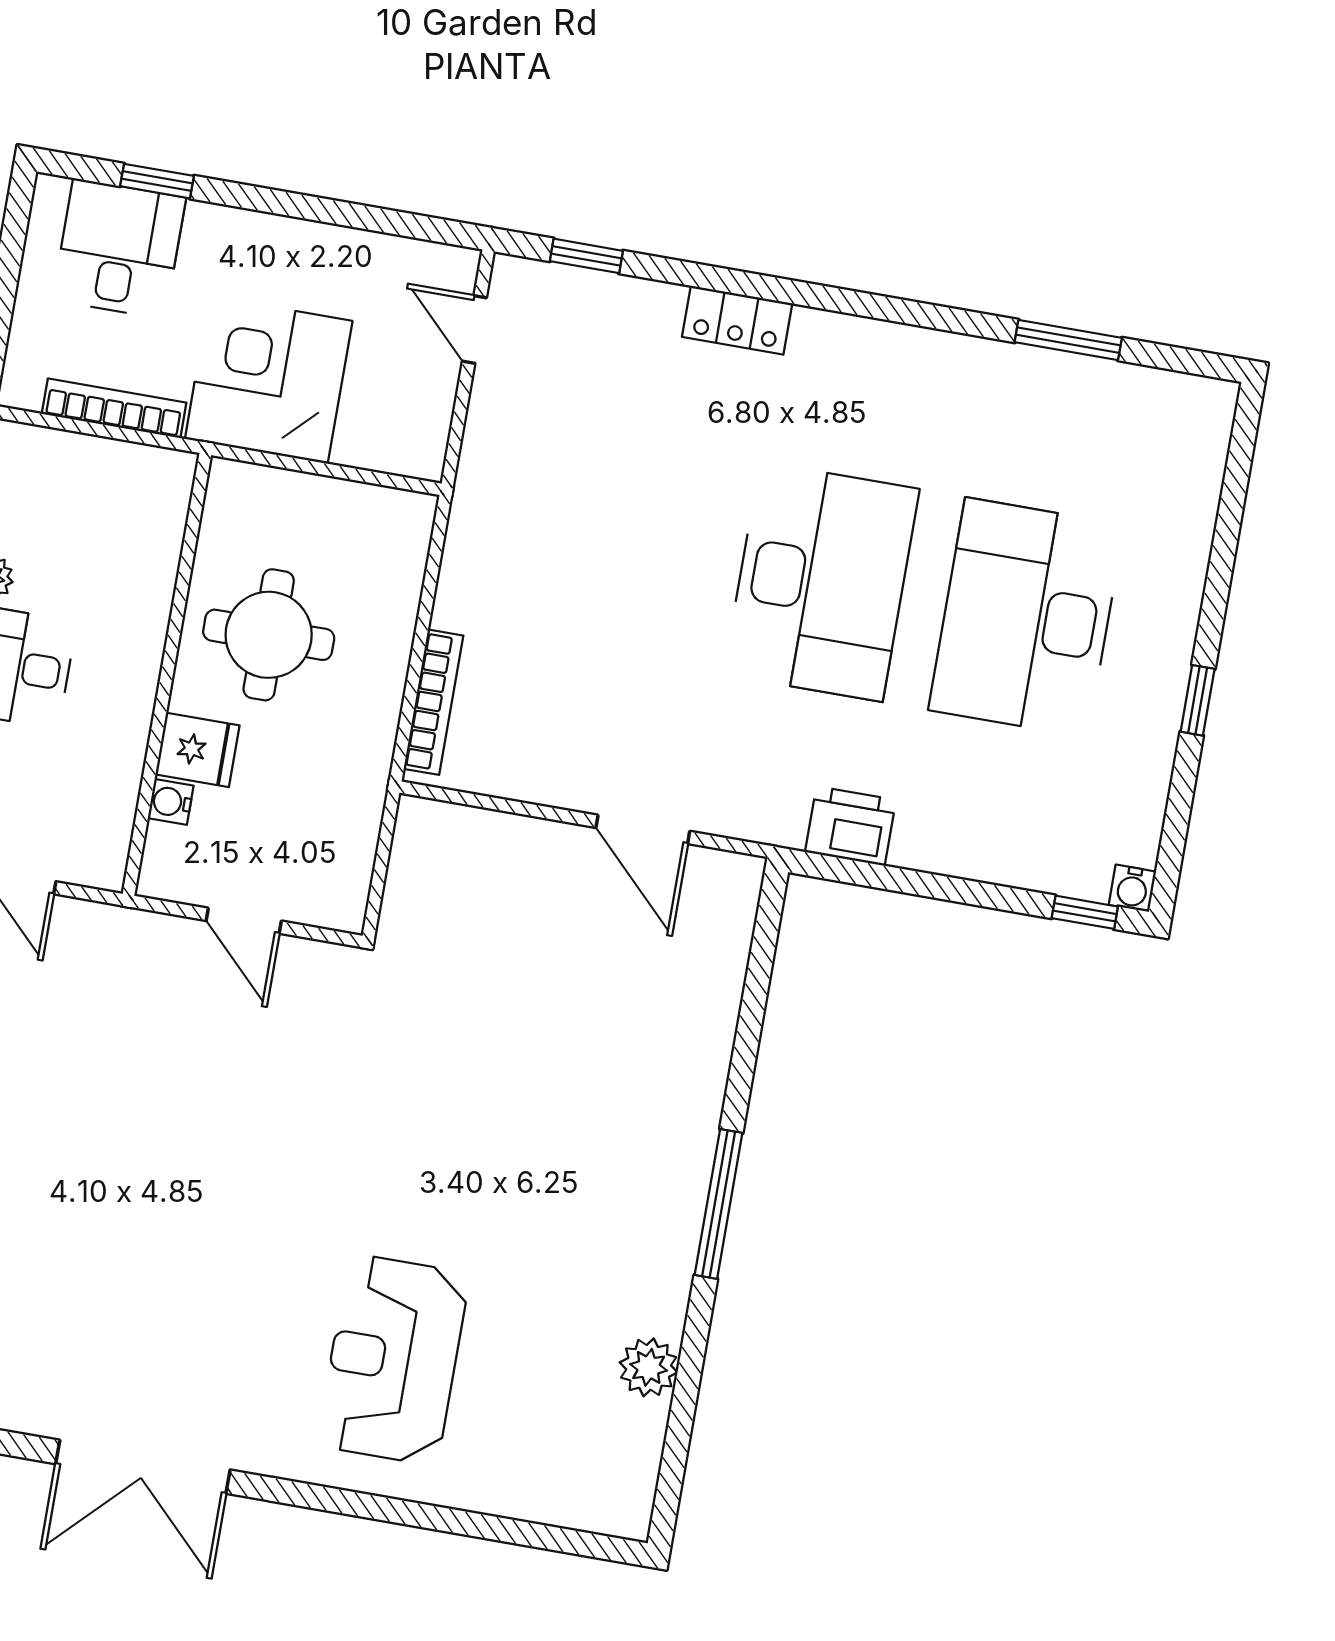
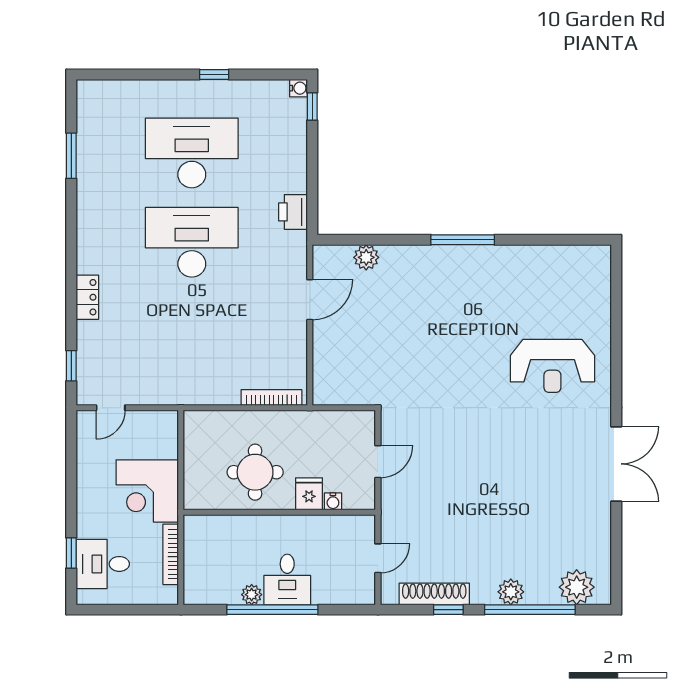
desk: (1026, 617) -> (192, 153), turned 180
plant: (649, 1367) -> (366, 257), moved

